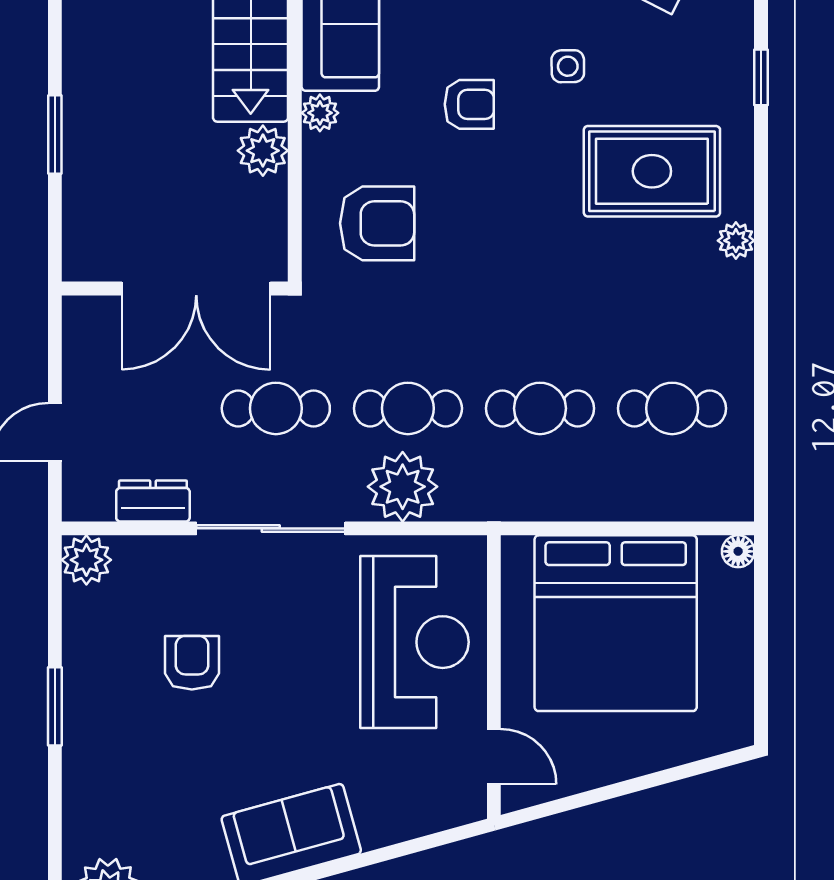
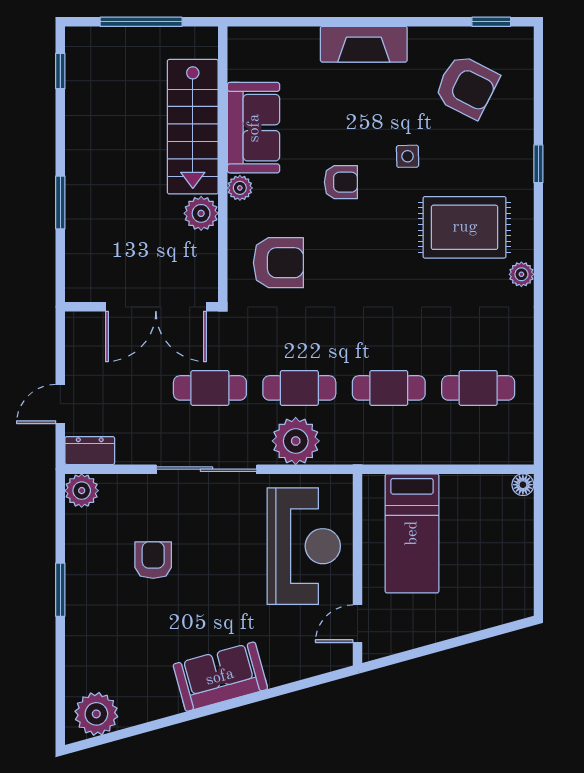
dresser: (153, 501) -> (90, 451), moved
bed: (616, 623) -> (412, 533), width x0.49
door: (494, 757) -> (358, 624), swing flipped

